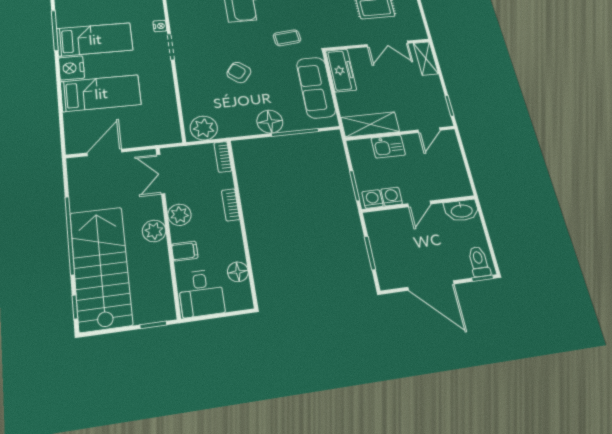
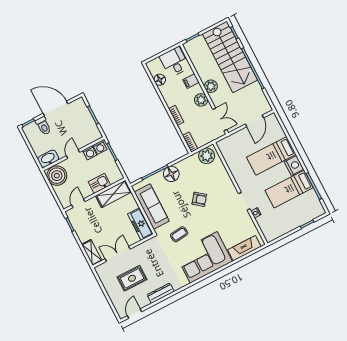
boiler: (453, 181) -> (57, 176), added
toilet: (479, 262) -> (43, 126), moved

